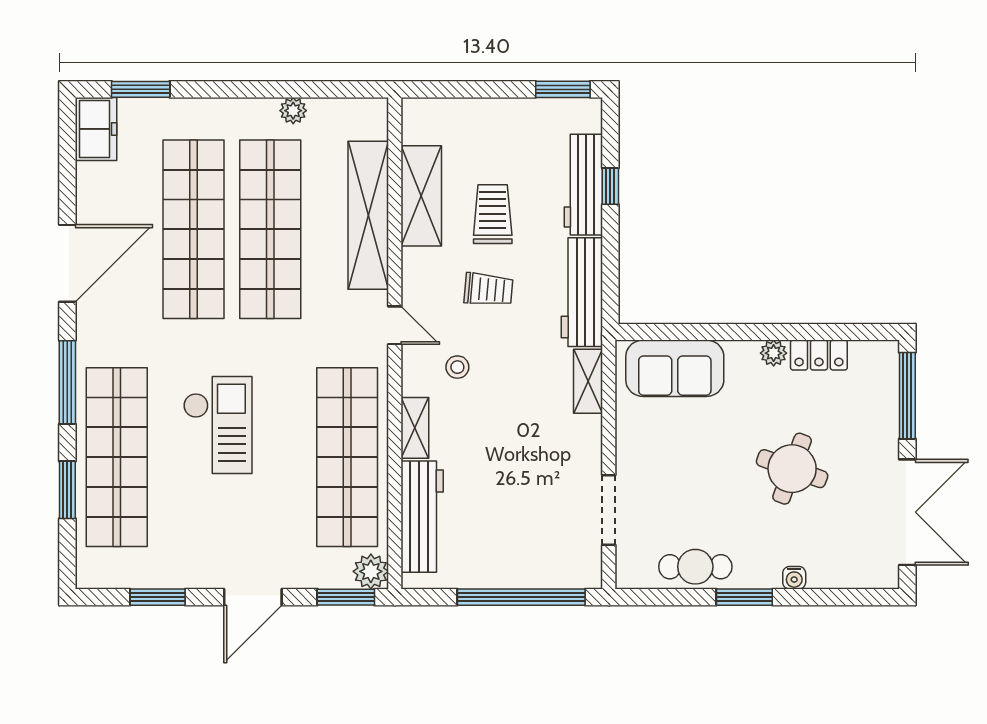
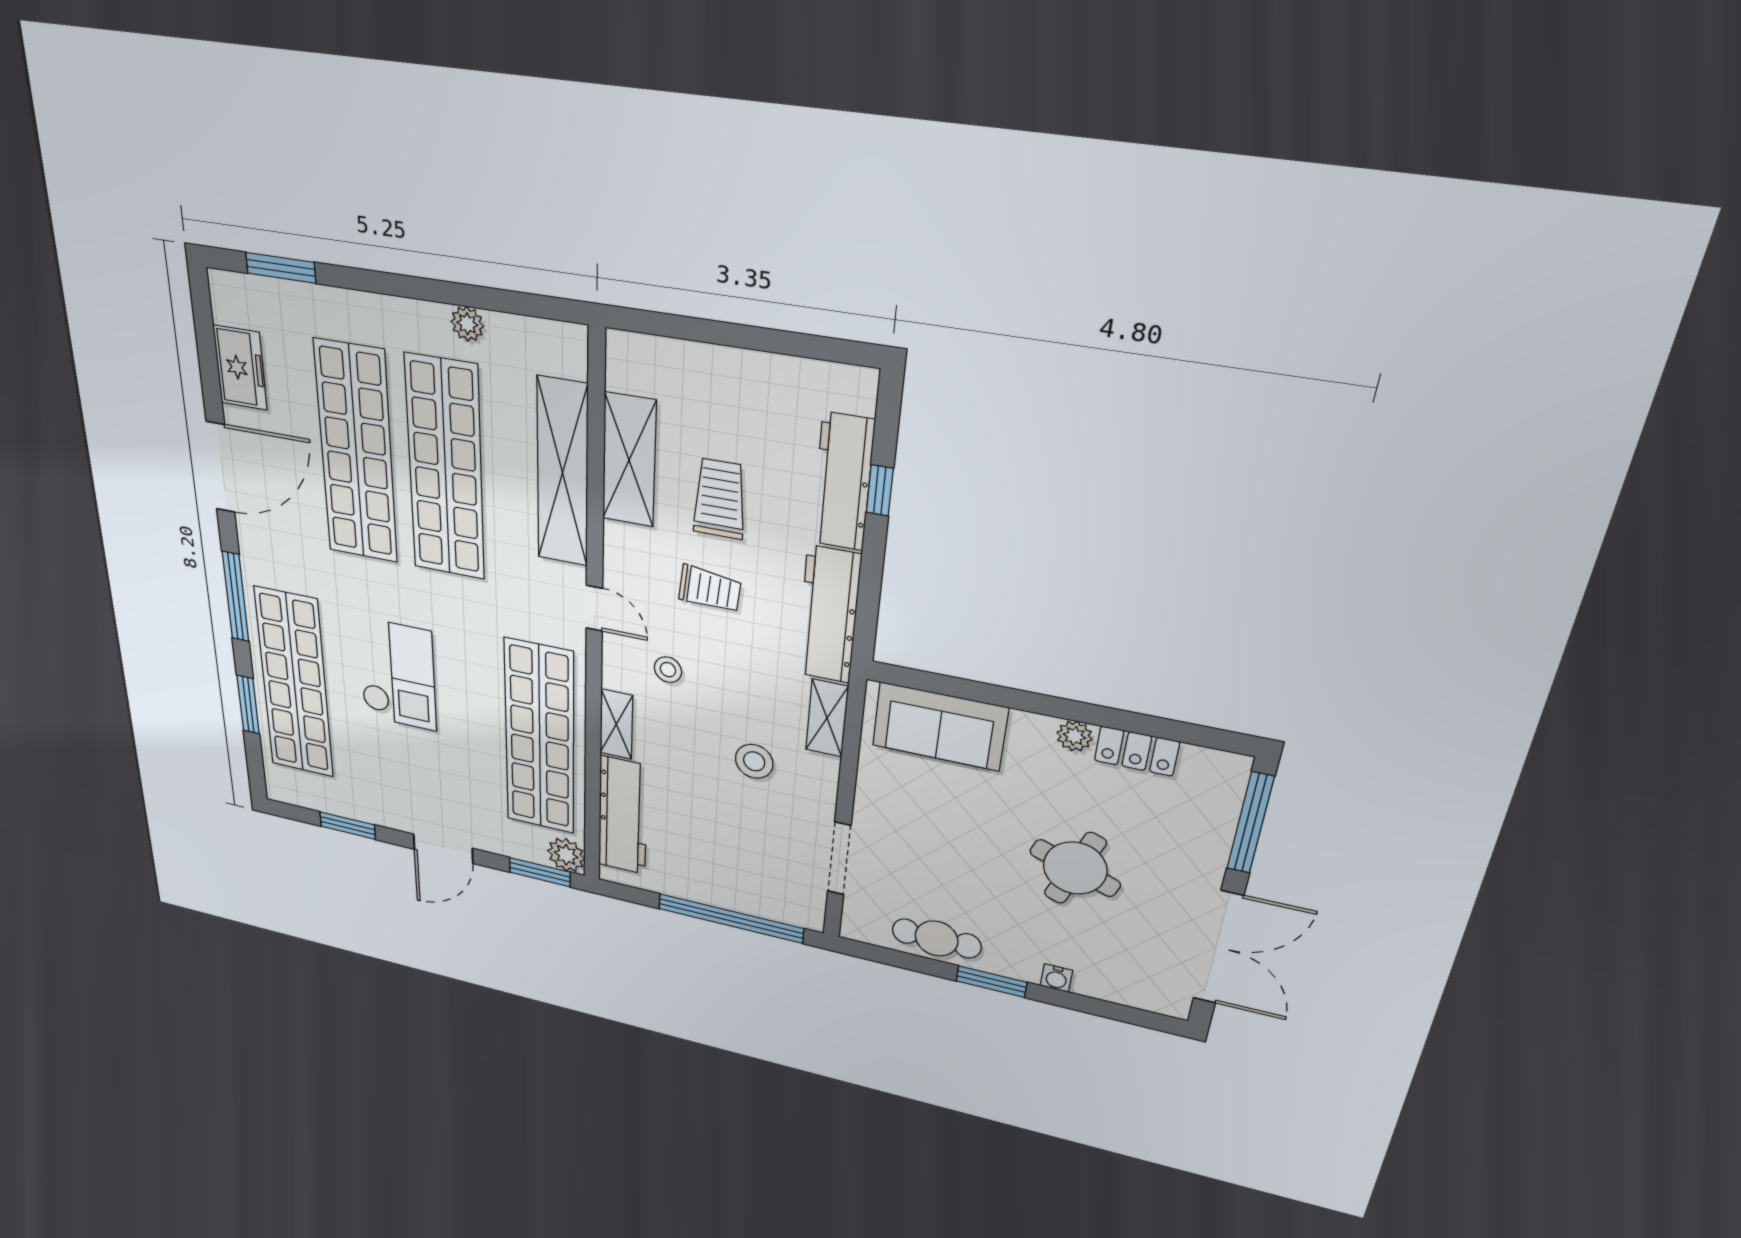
window: (563, 89) -> (826, 349), removed
freezer: (96, 129) -> (240, 368), moved
stool: (532, 435) -> (754, 761), added

